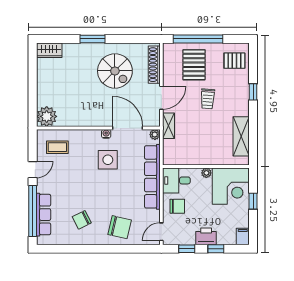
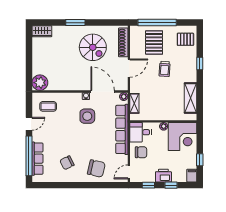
shelving: (169, 126) -> (134, 103), moved
window: (253, 201) -> (200, 160), moved

